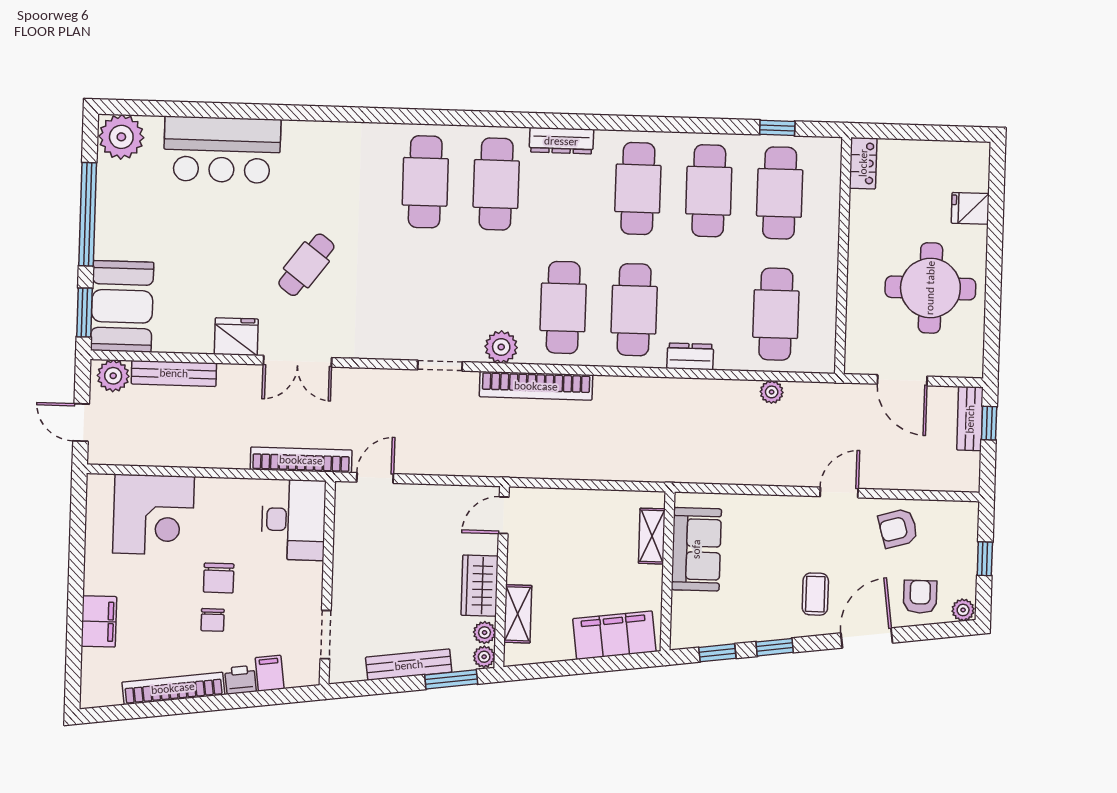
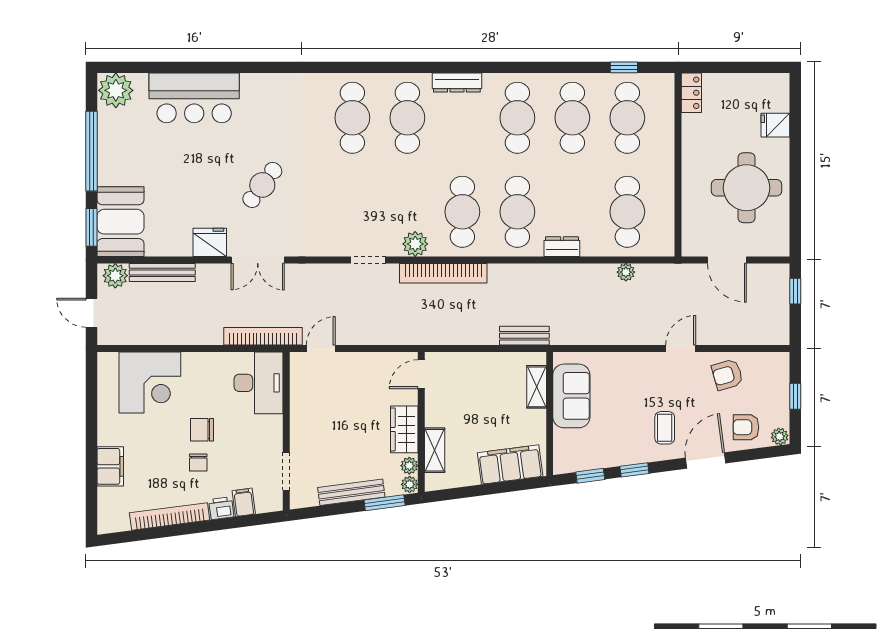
bench: (970, 419) -> (524, 336), moved, turned 90
chair: (219, 578) -> (202, 430), turned 90
armchair: (920, 597) -> (746, 427), turned -90

